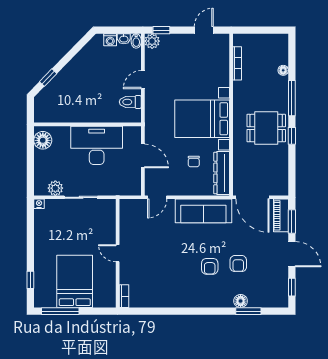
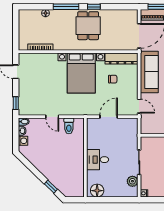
plant: (152, 41) -> (24, 110), removed
desk: (97, 145) -> (98, 160), width x0.53, depth x0.77

